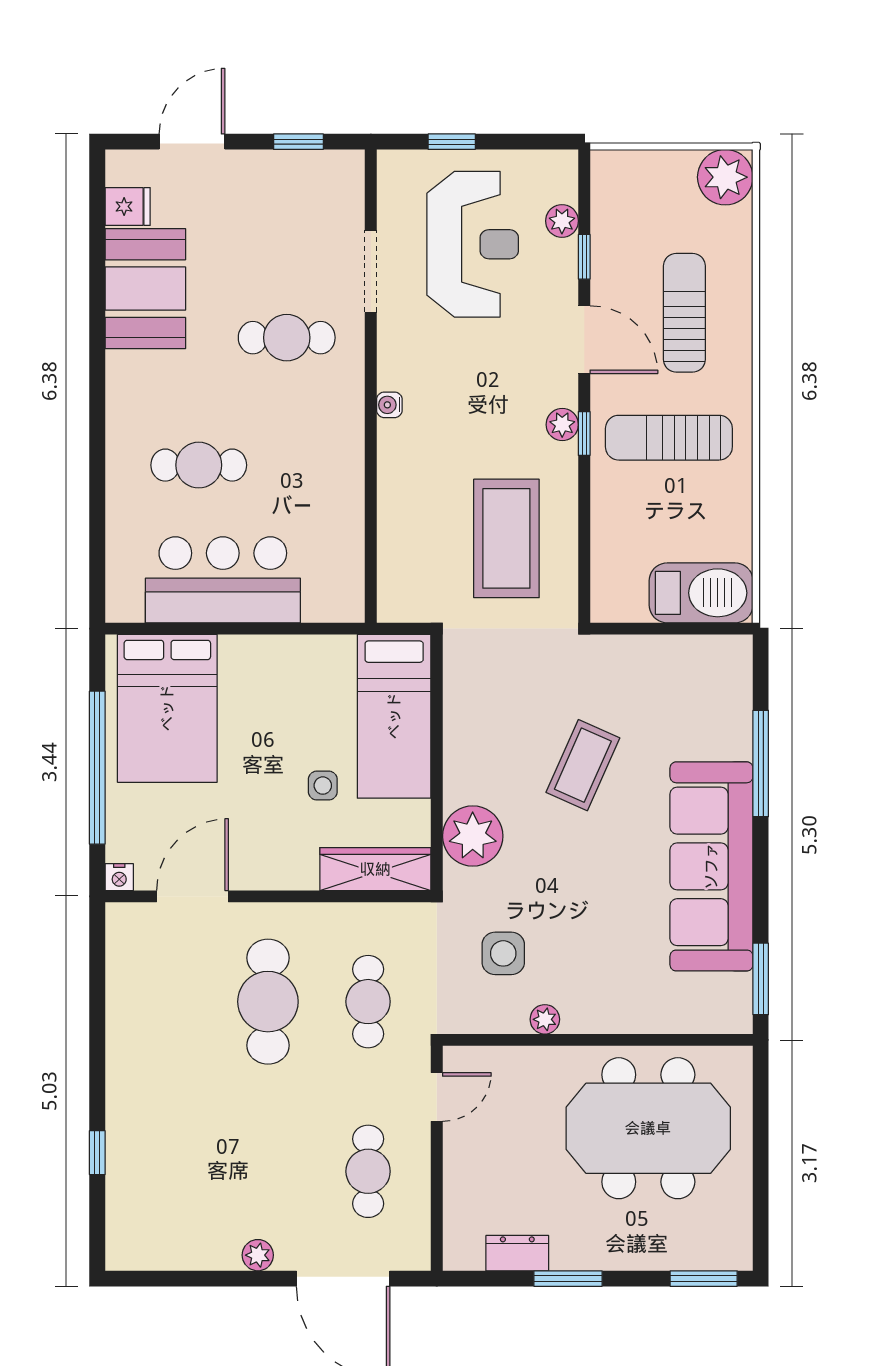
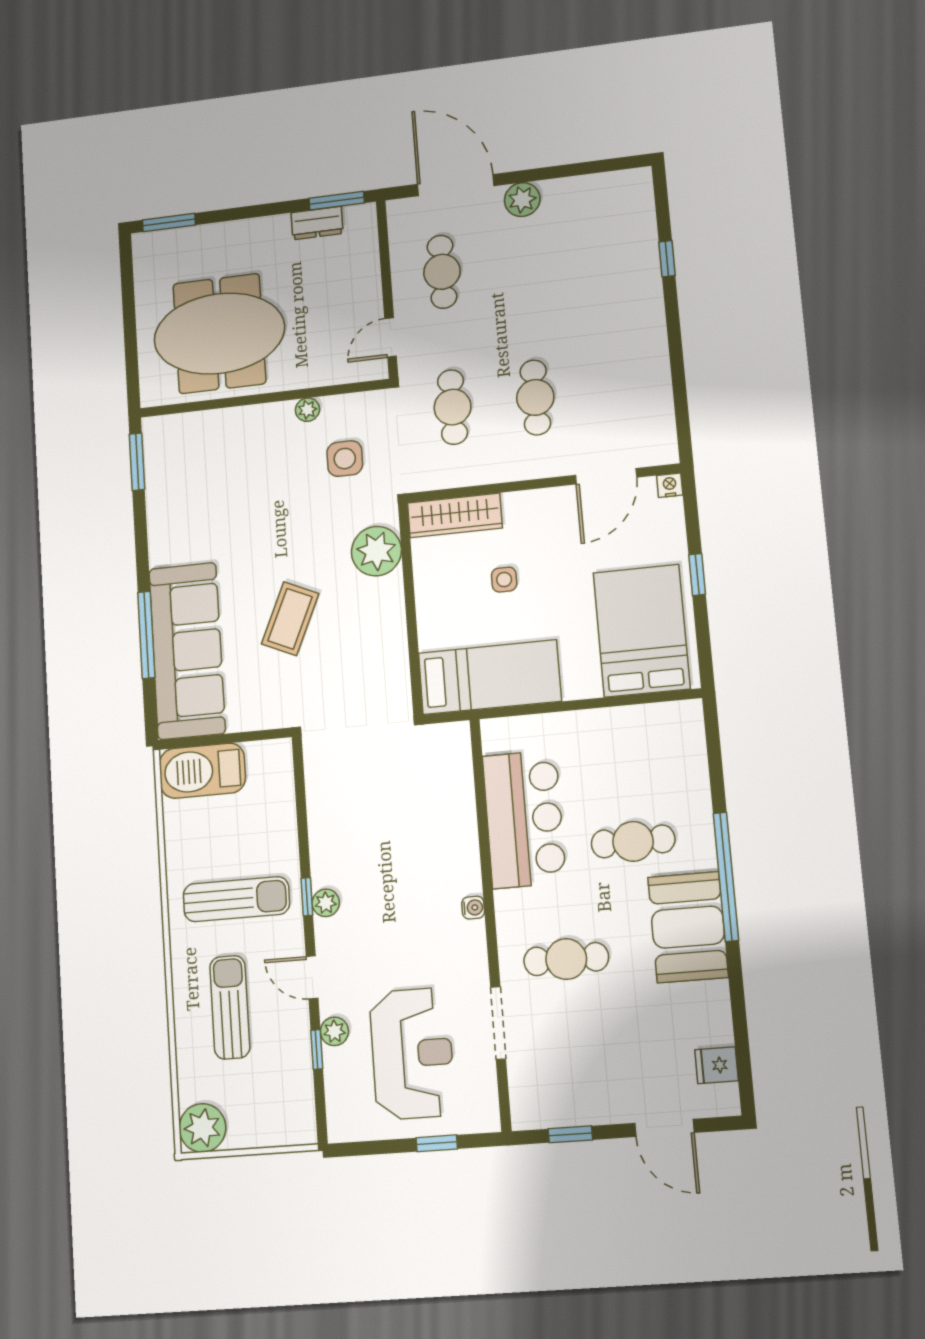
door: (192, 142) -> (664, 1128), hinge flipped
plant: (562, 221) -> (334, 1031), moved
reception desk: (473, 244) -> (412, 1054), turned 180
booth: (145, 289) -> (688, 927), moved
sun lounger: (684, 313) -> (230, 1007), turned 180
door: (584, 340) -> (312, 977), width x0.73
window: (97, 416) -> (726, 877), added
coffee table: (506, 538) -> (366, 802), removed
bar counter: (223, 580) -> (524, 819), moved, turned -90
bed: (394, 716) -> (490, 677), moved, turned 90
window: (97, 768) -> (697, 575), width x0.32
sofa: (711, 866) -> (187, 651), moved
cafe table: (268, 1002) -> (535, 397), width x0.73, depth x0.74
plant: (258, 1255) -> (522, 200), width x1.38, depth x1.38
window: (568, 1279) -> (337, 201), moved

